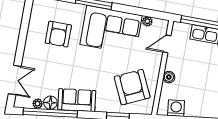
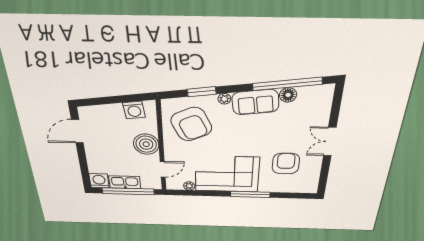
boiler: (169, 77) -> (146, 144), width x1.86, depth x1.86
double door: (15, 80) -> (330, 142), moved
plant: (38, 104) -> (224, 99), moved

